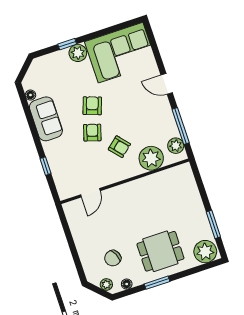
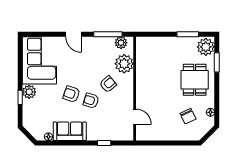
door: (167, 84) -> (73, 34), hinge flipped
window: (157, 283) -> (217, 62), moved
plant: (106, 284) -> (206, 127), removed

